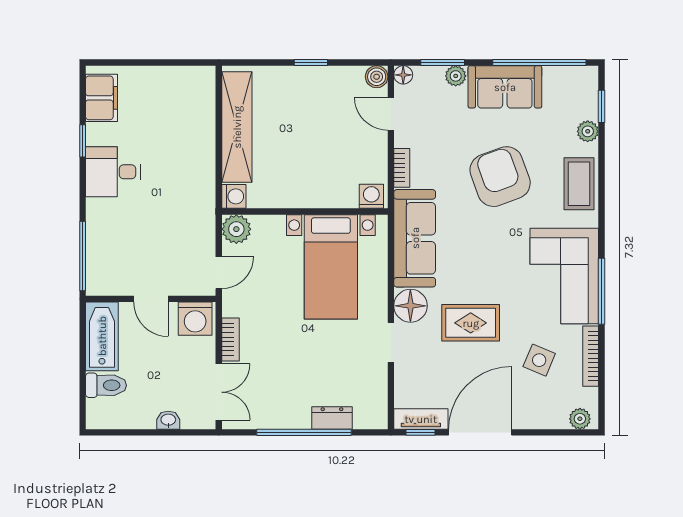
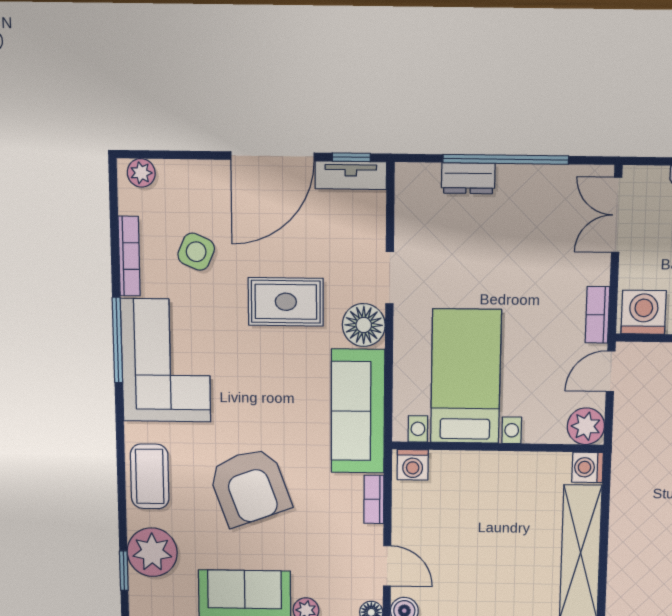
plant: (588, 131) -> (152, 552), width x1.88, depth x1.88
bookcase: (230, 339) -> (597, 315), moved

